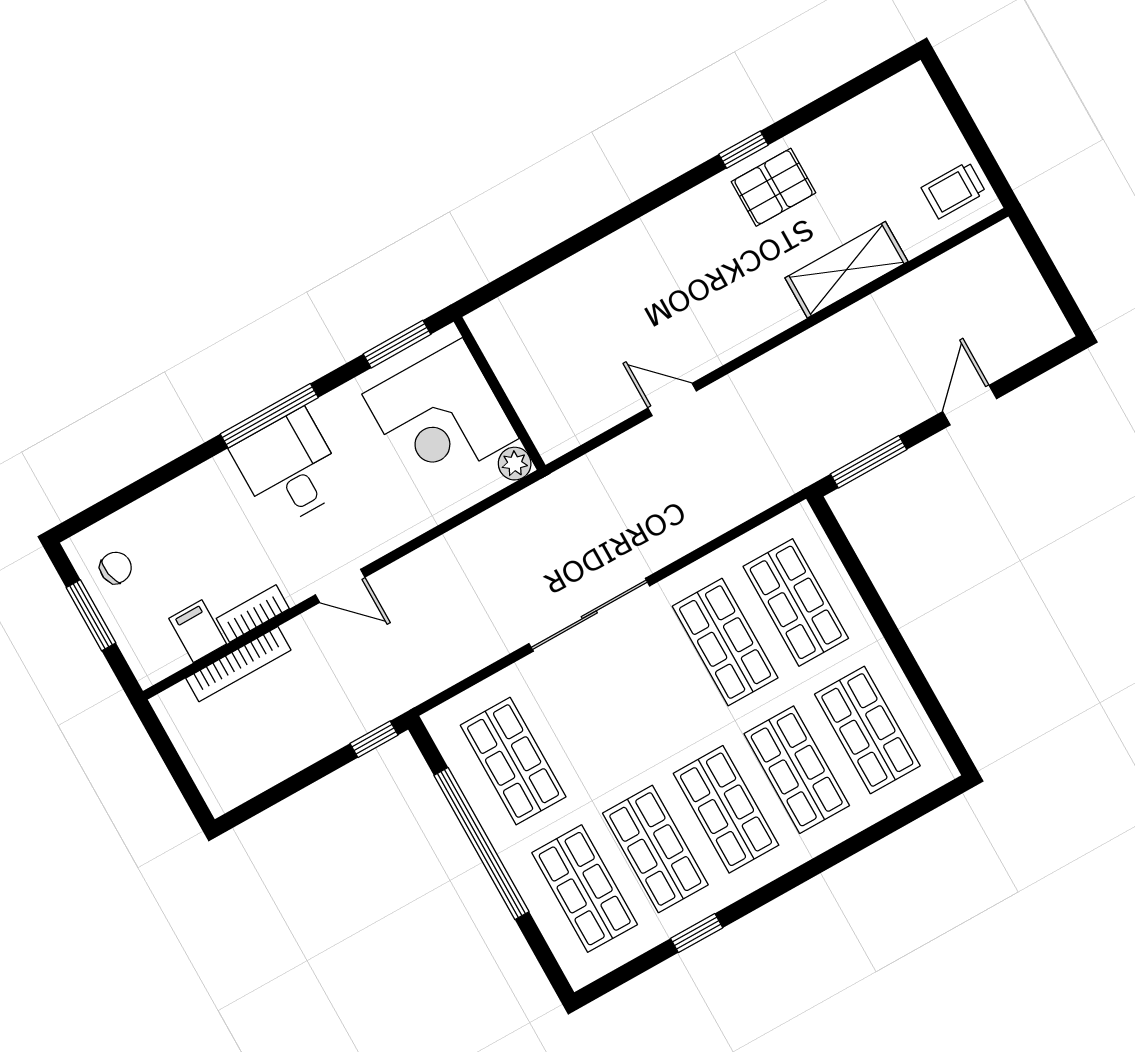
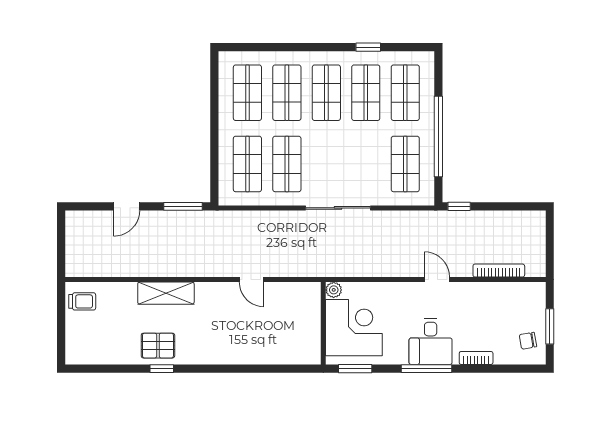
shelving: (846, 270) -> (166, 293), moved
bookcase: (253, 614) -> (476, 358), moved, turned 180
filing cabinet: (198, 631) -> (508, 294), removed

